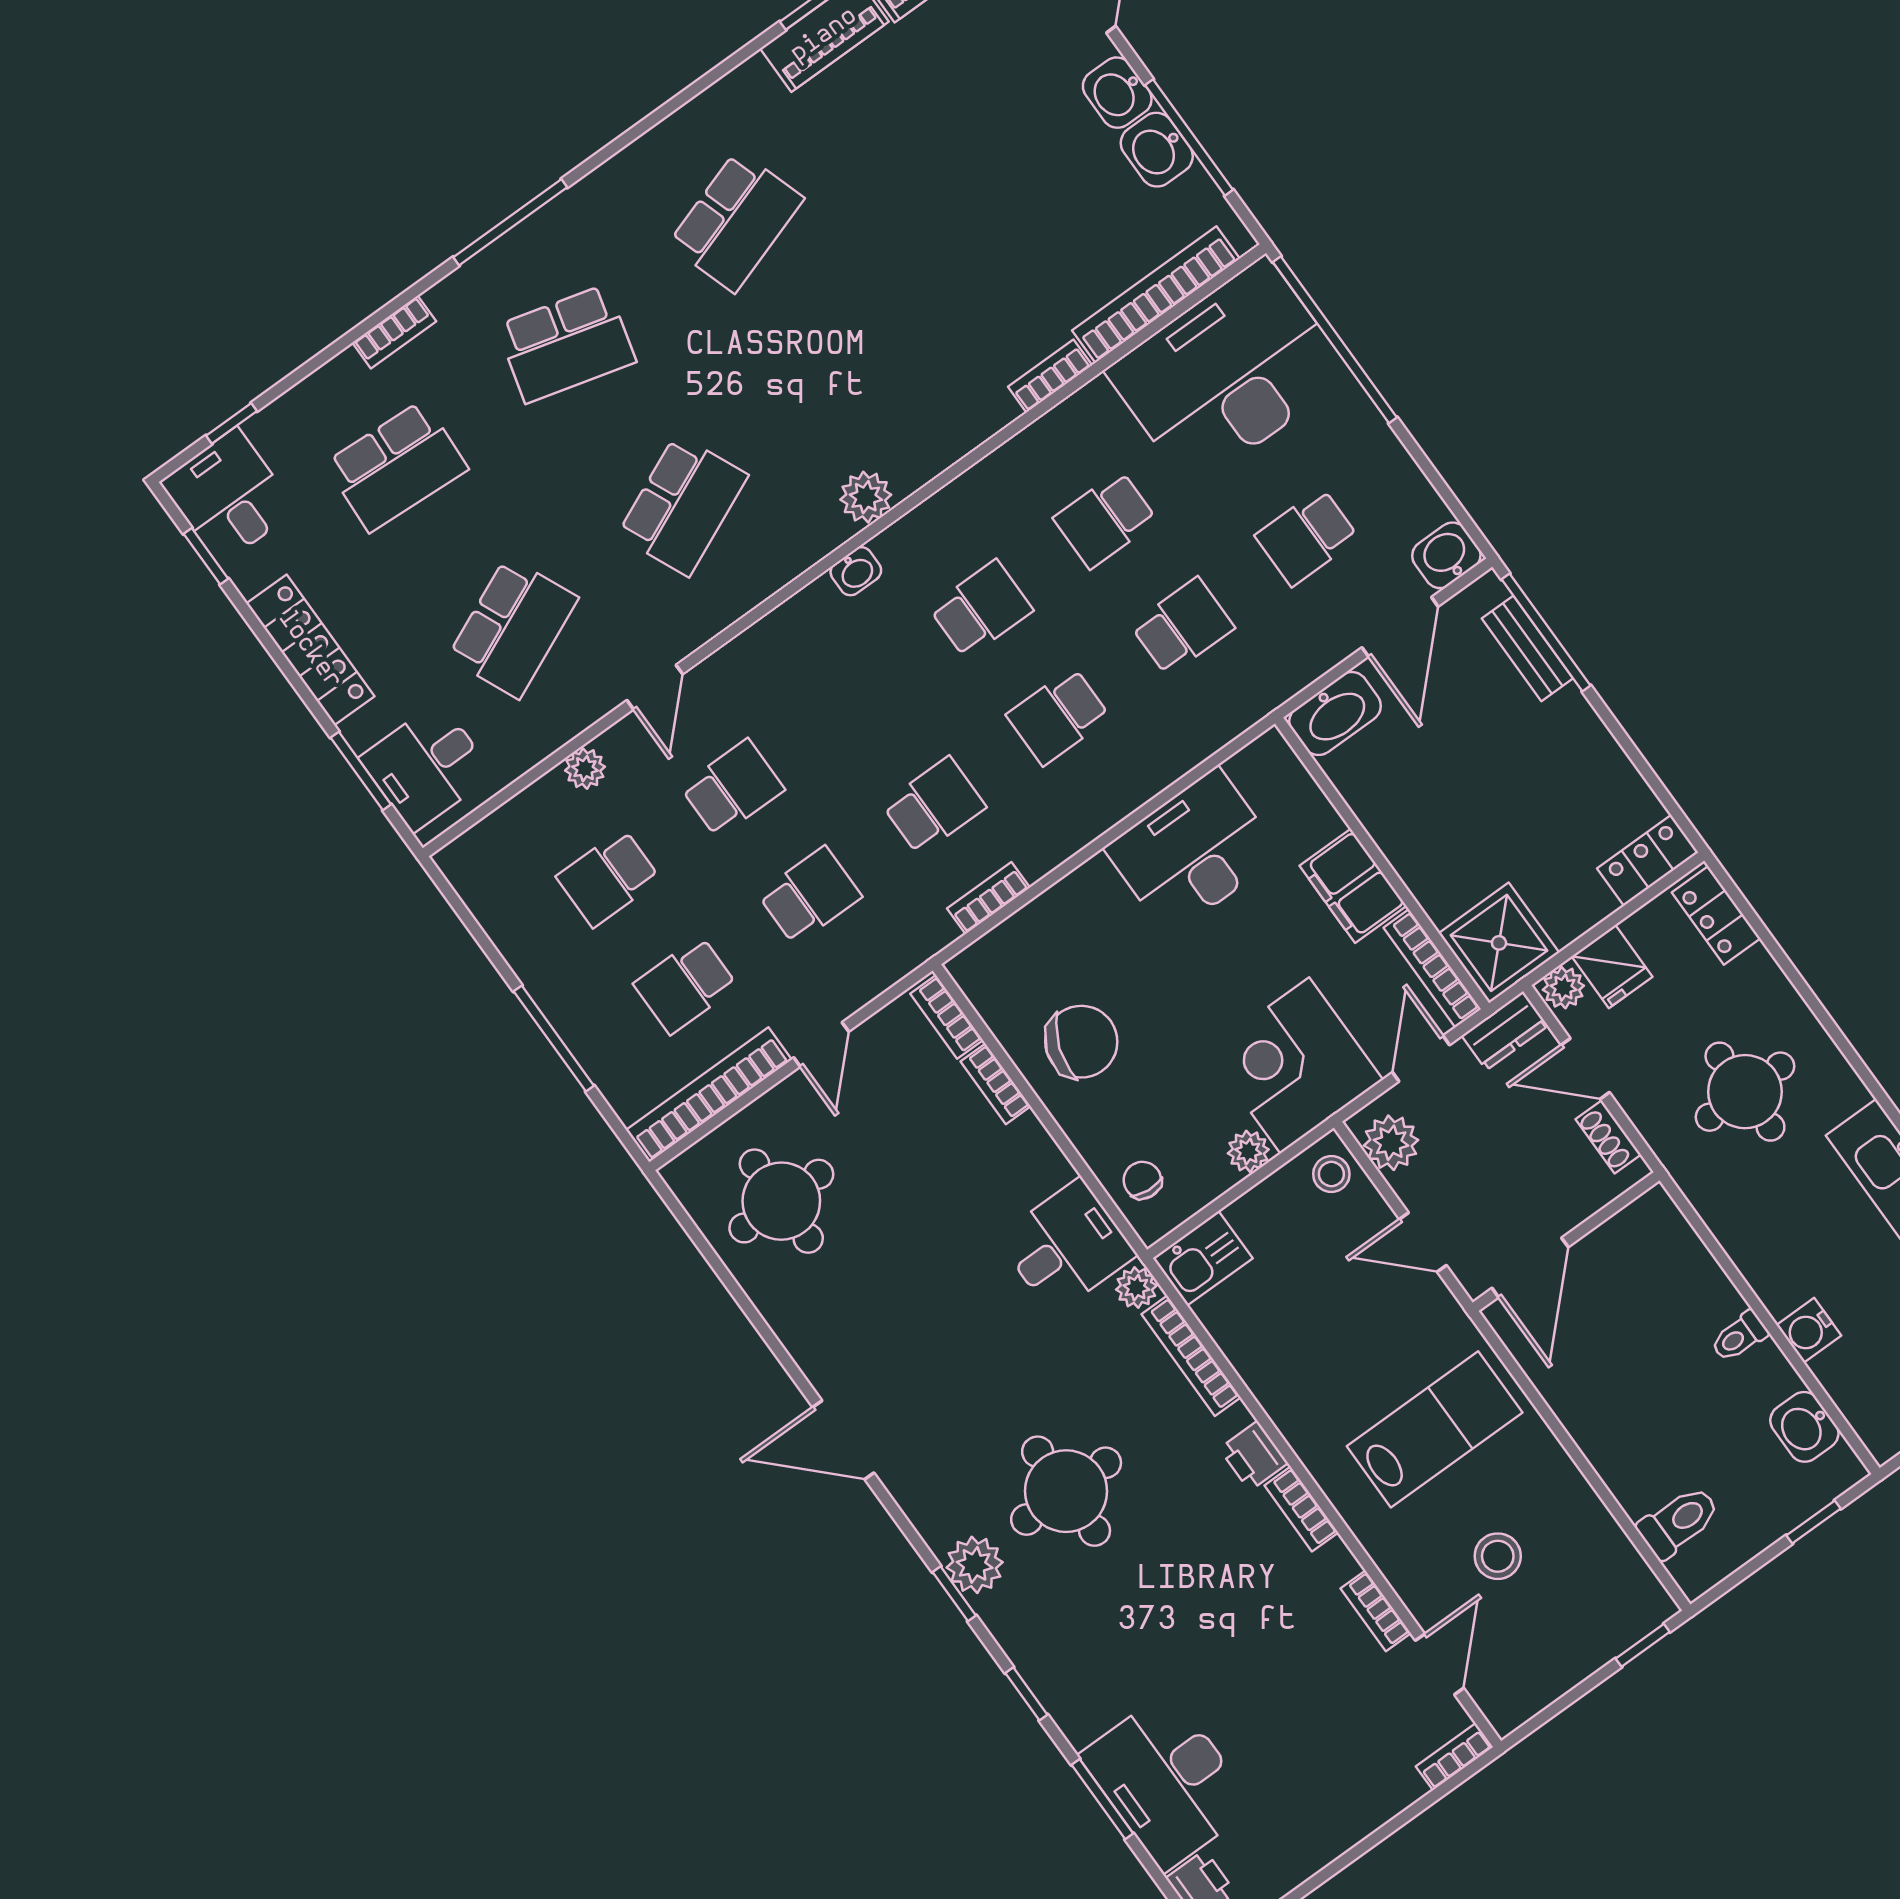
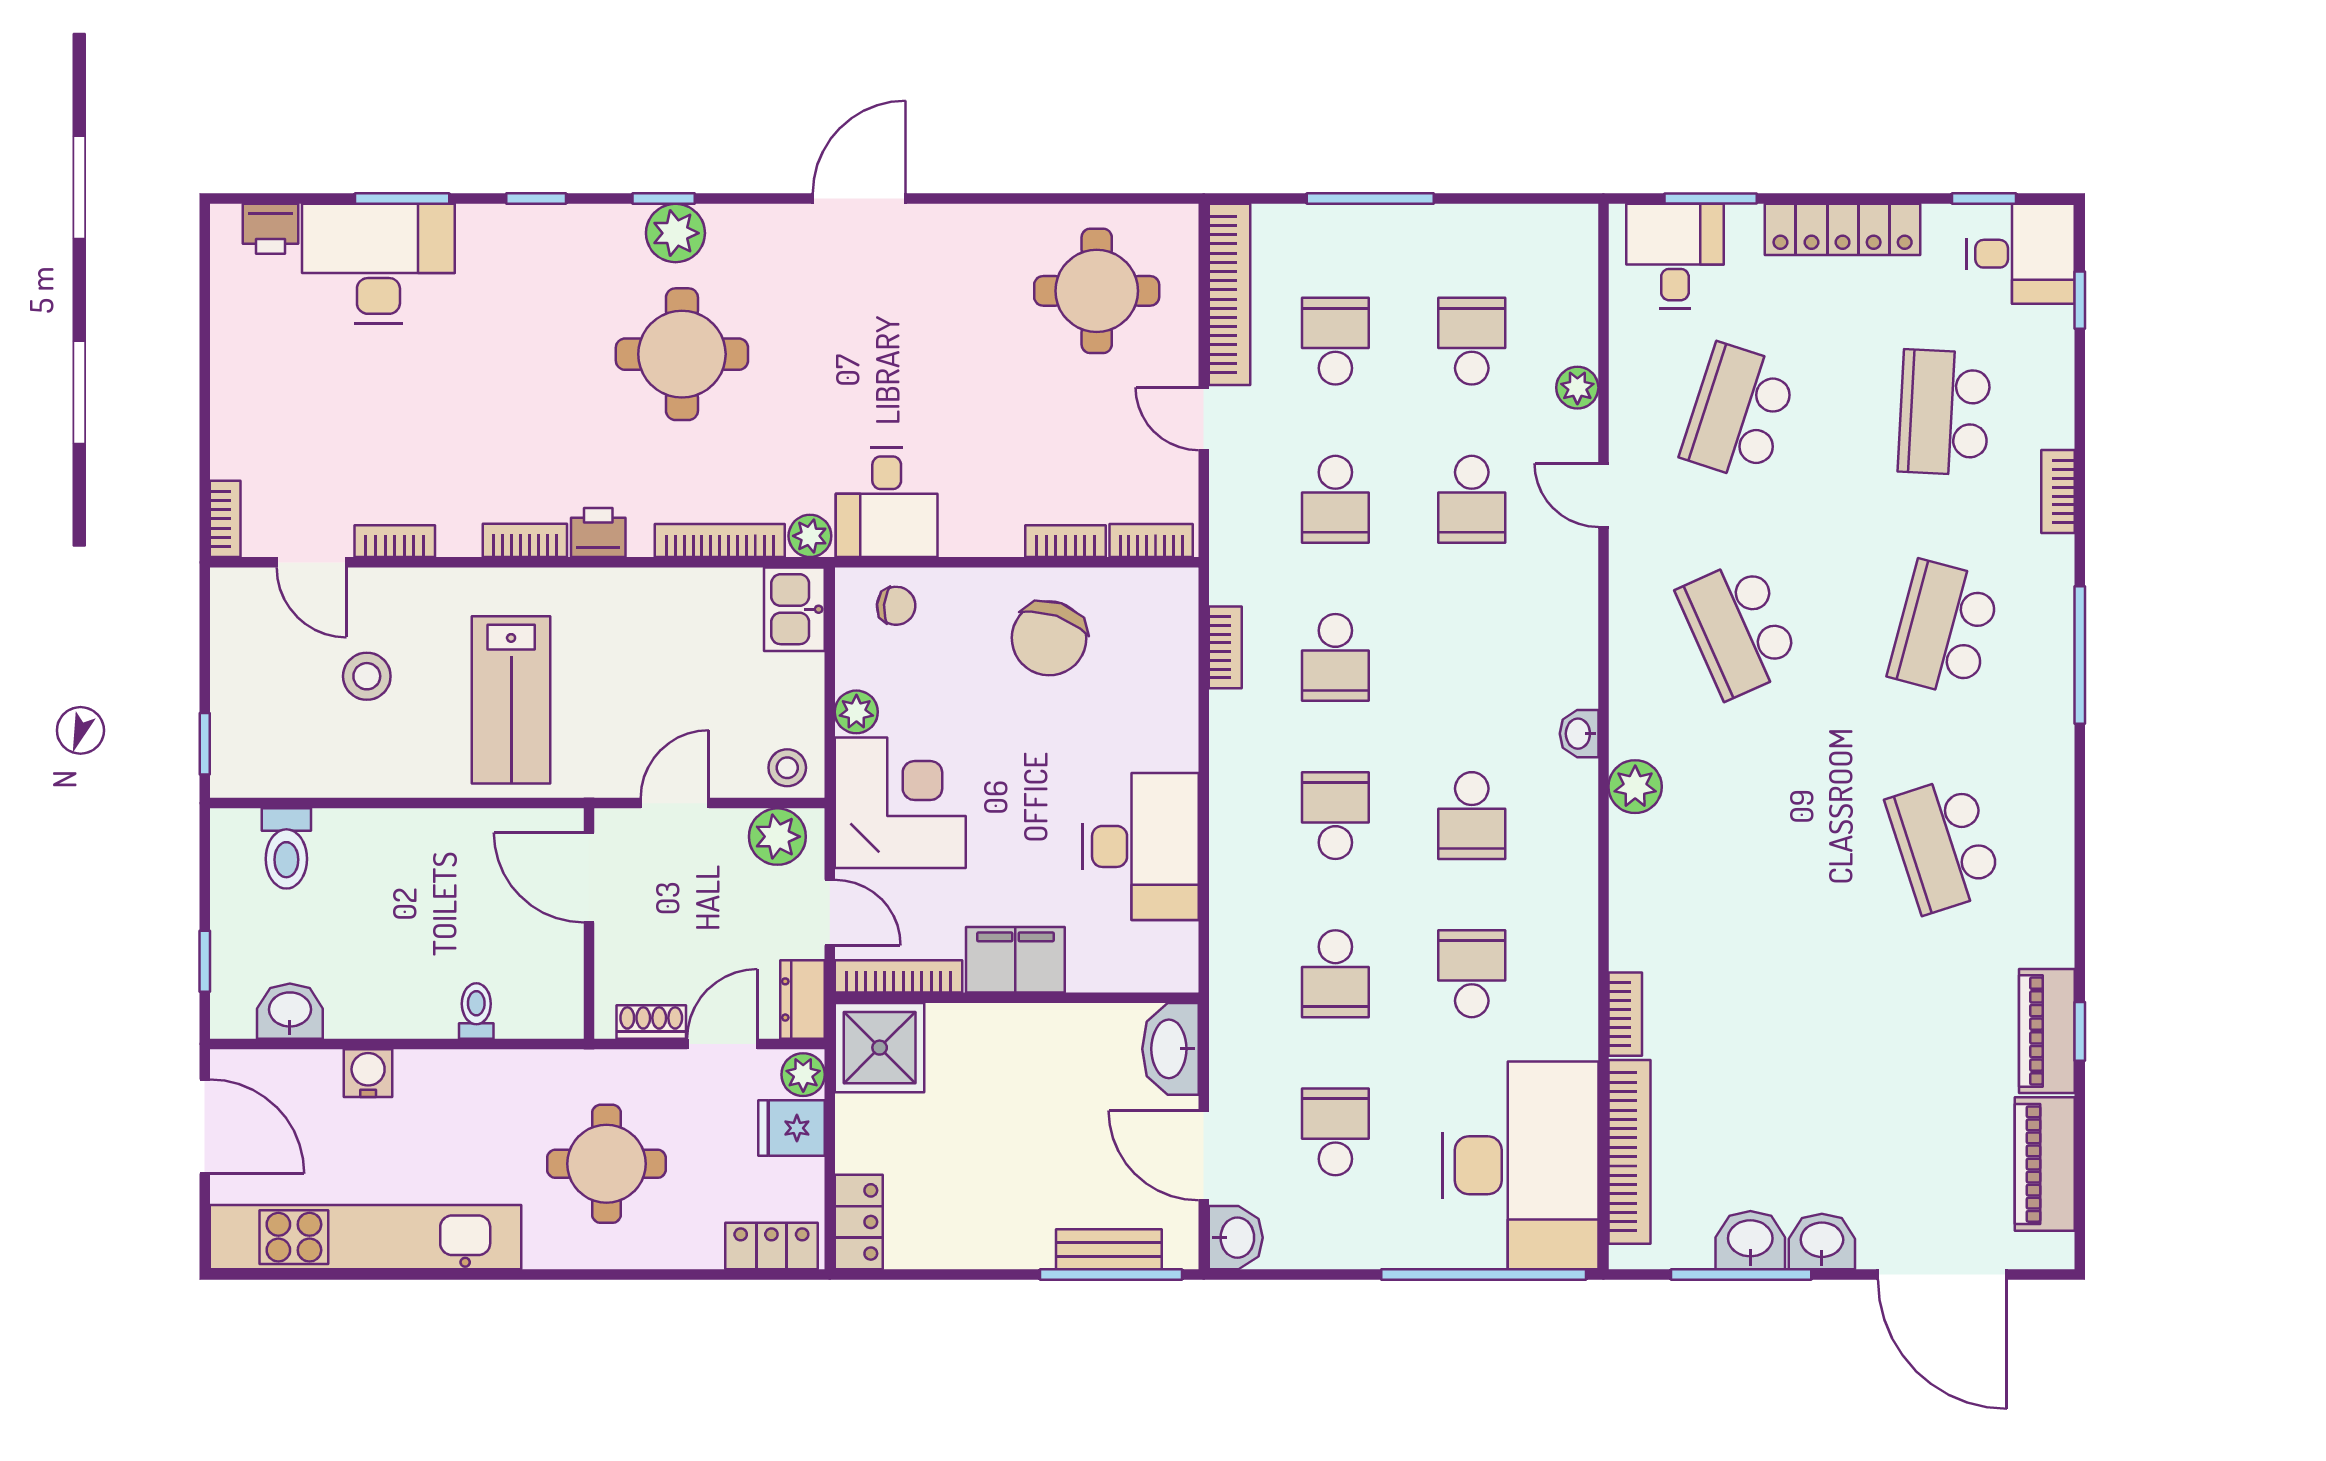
school desk: (513, 628) -> (1739, 412), turned 42
toilet: (1739, 1337) -> (476, 1011), moved

